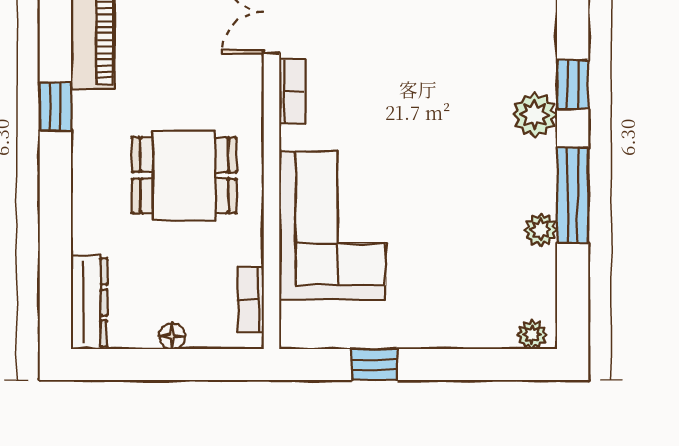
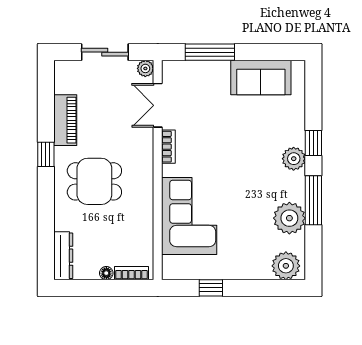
dining table: (184, 175) -> (94, 181), moved
plant: (541, 230) -> (289, 218), width x1.87, depth x1.87
bookcase: (251, 299) -> (131, 273), moved, turned 90
plant: (532, 335) -> (286, 266), width x1.87, depth x1.87

